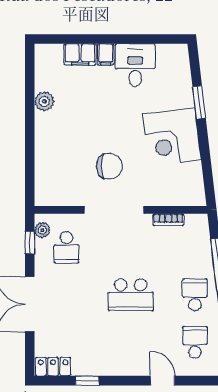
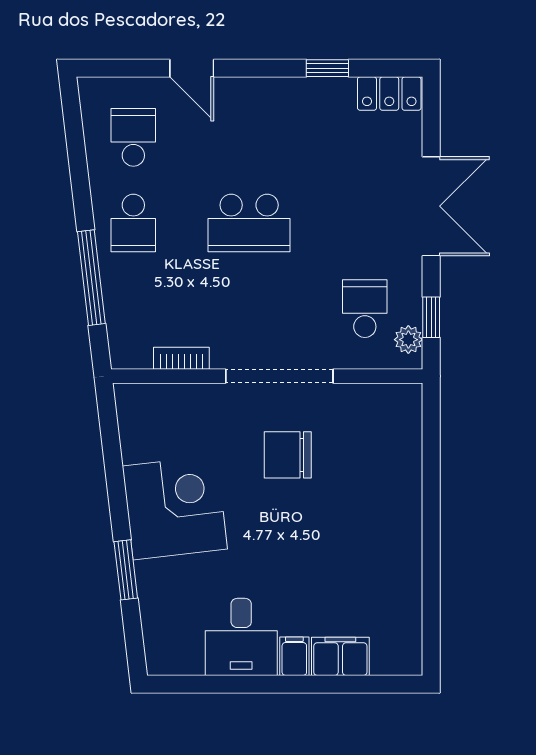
plant: (44, 101) -> (405, 572), removed
school desk: (131, 295) -> (249, 223), turned 180
school desk: (195, 342) -> (133, 137), turned 180

